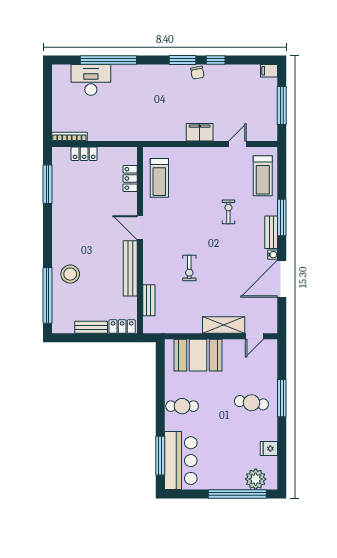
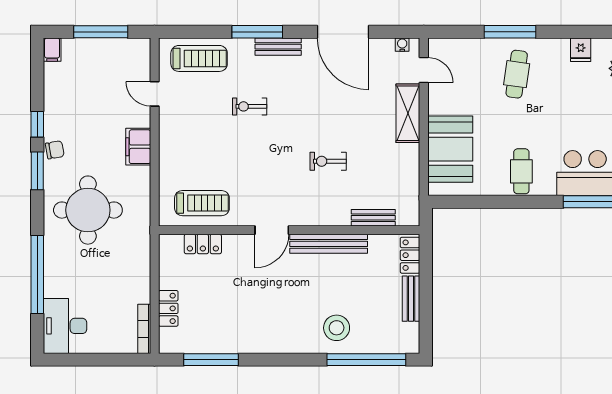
desk: (91, 80) -> (65, 326), moved
round table: (154, 96) -> (88, 210), added
water cooler: (273, 255) -> (402, 45), moved
exercise bike: (189, 268) -> (328, 161), turned 180

